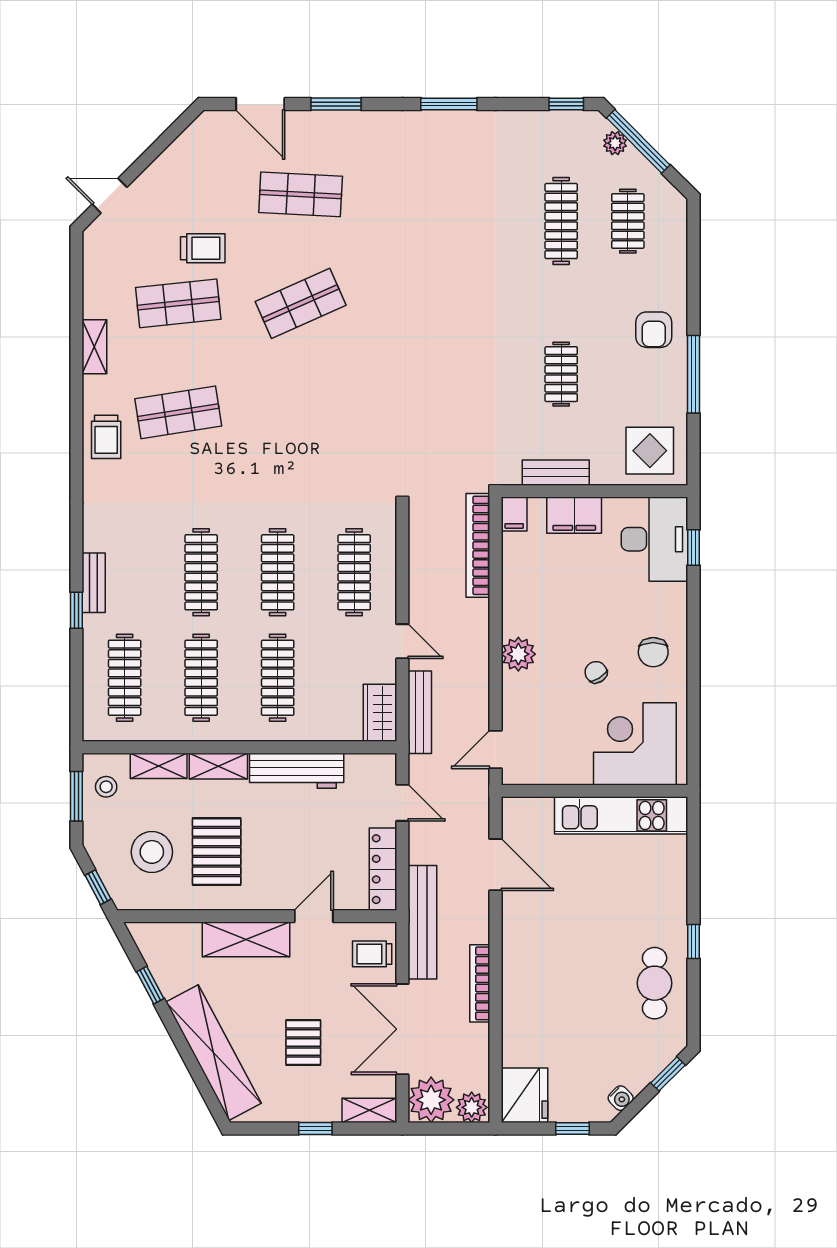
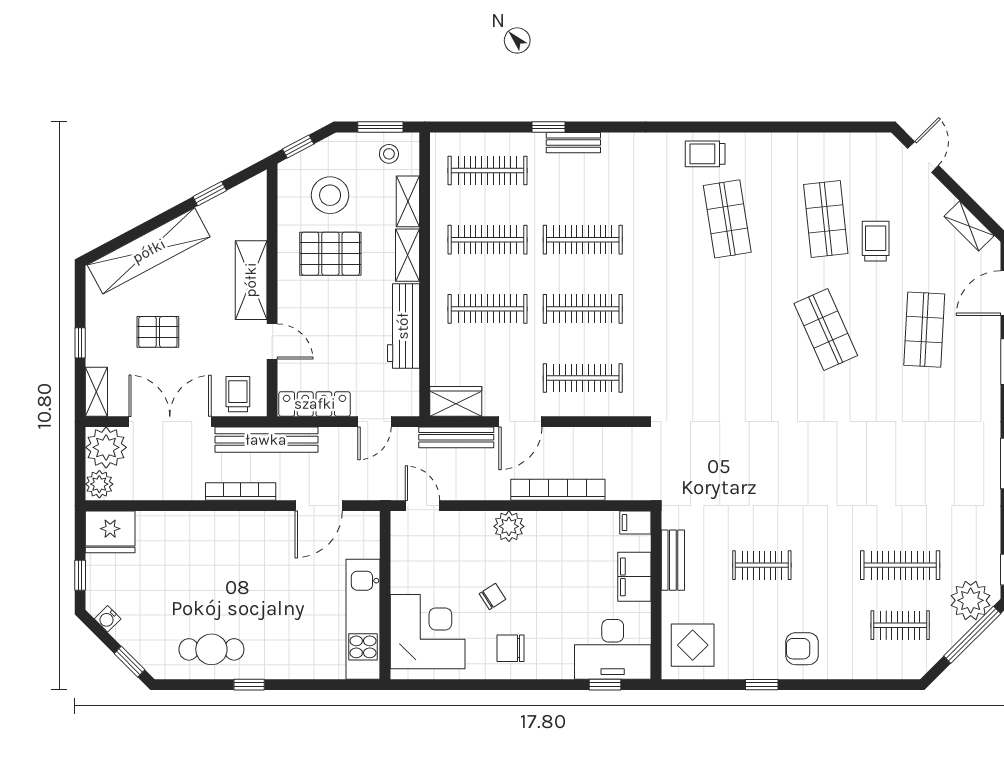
plant: (615, 143) -> (971, 600), width x1.87, depth x1.87
trolley: (203, 248) -> (876, 241), turned 180
shelving: (94, 347) -> (969, 226), moved, turned 45
window: (693, 374) -> (762, 685), width x0.46
bookcase: (478, 545) -> (558, 490), moved
door: (402, 641) -> (520, 422), width x1.38
bookcase: (480, 983) -> (241, 492), moved

